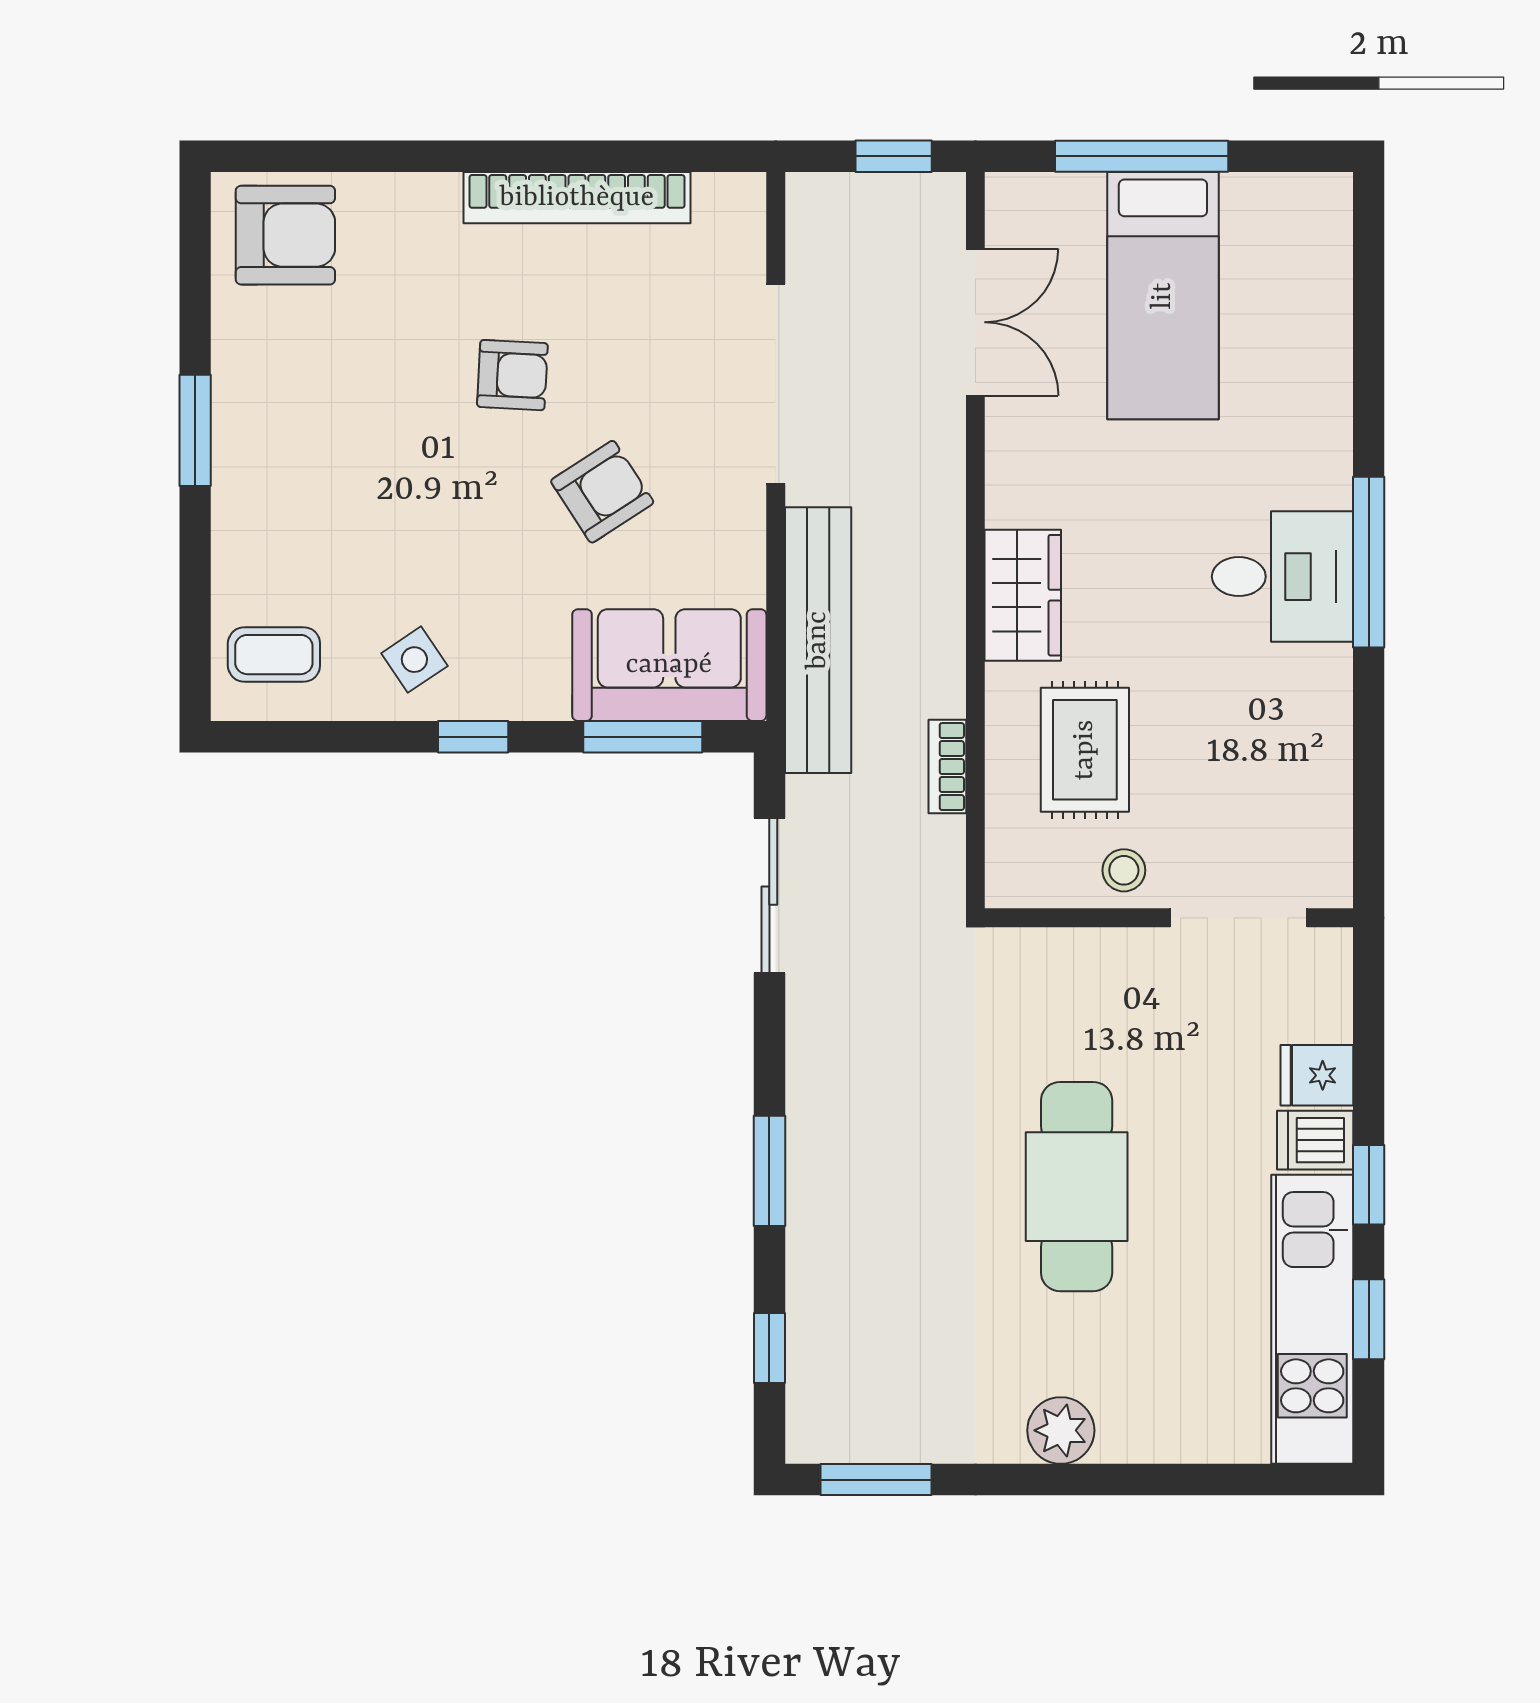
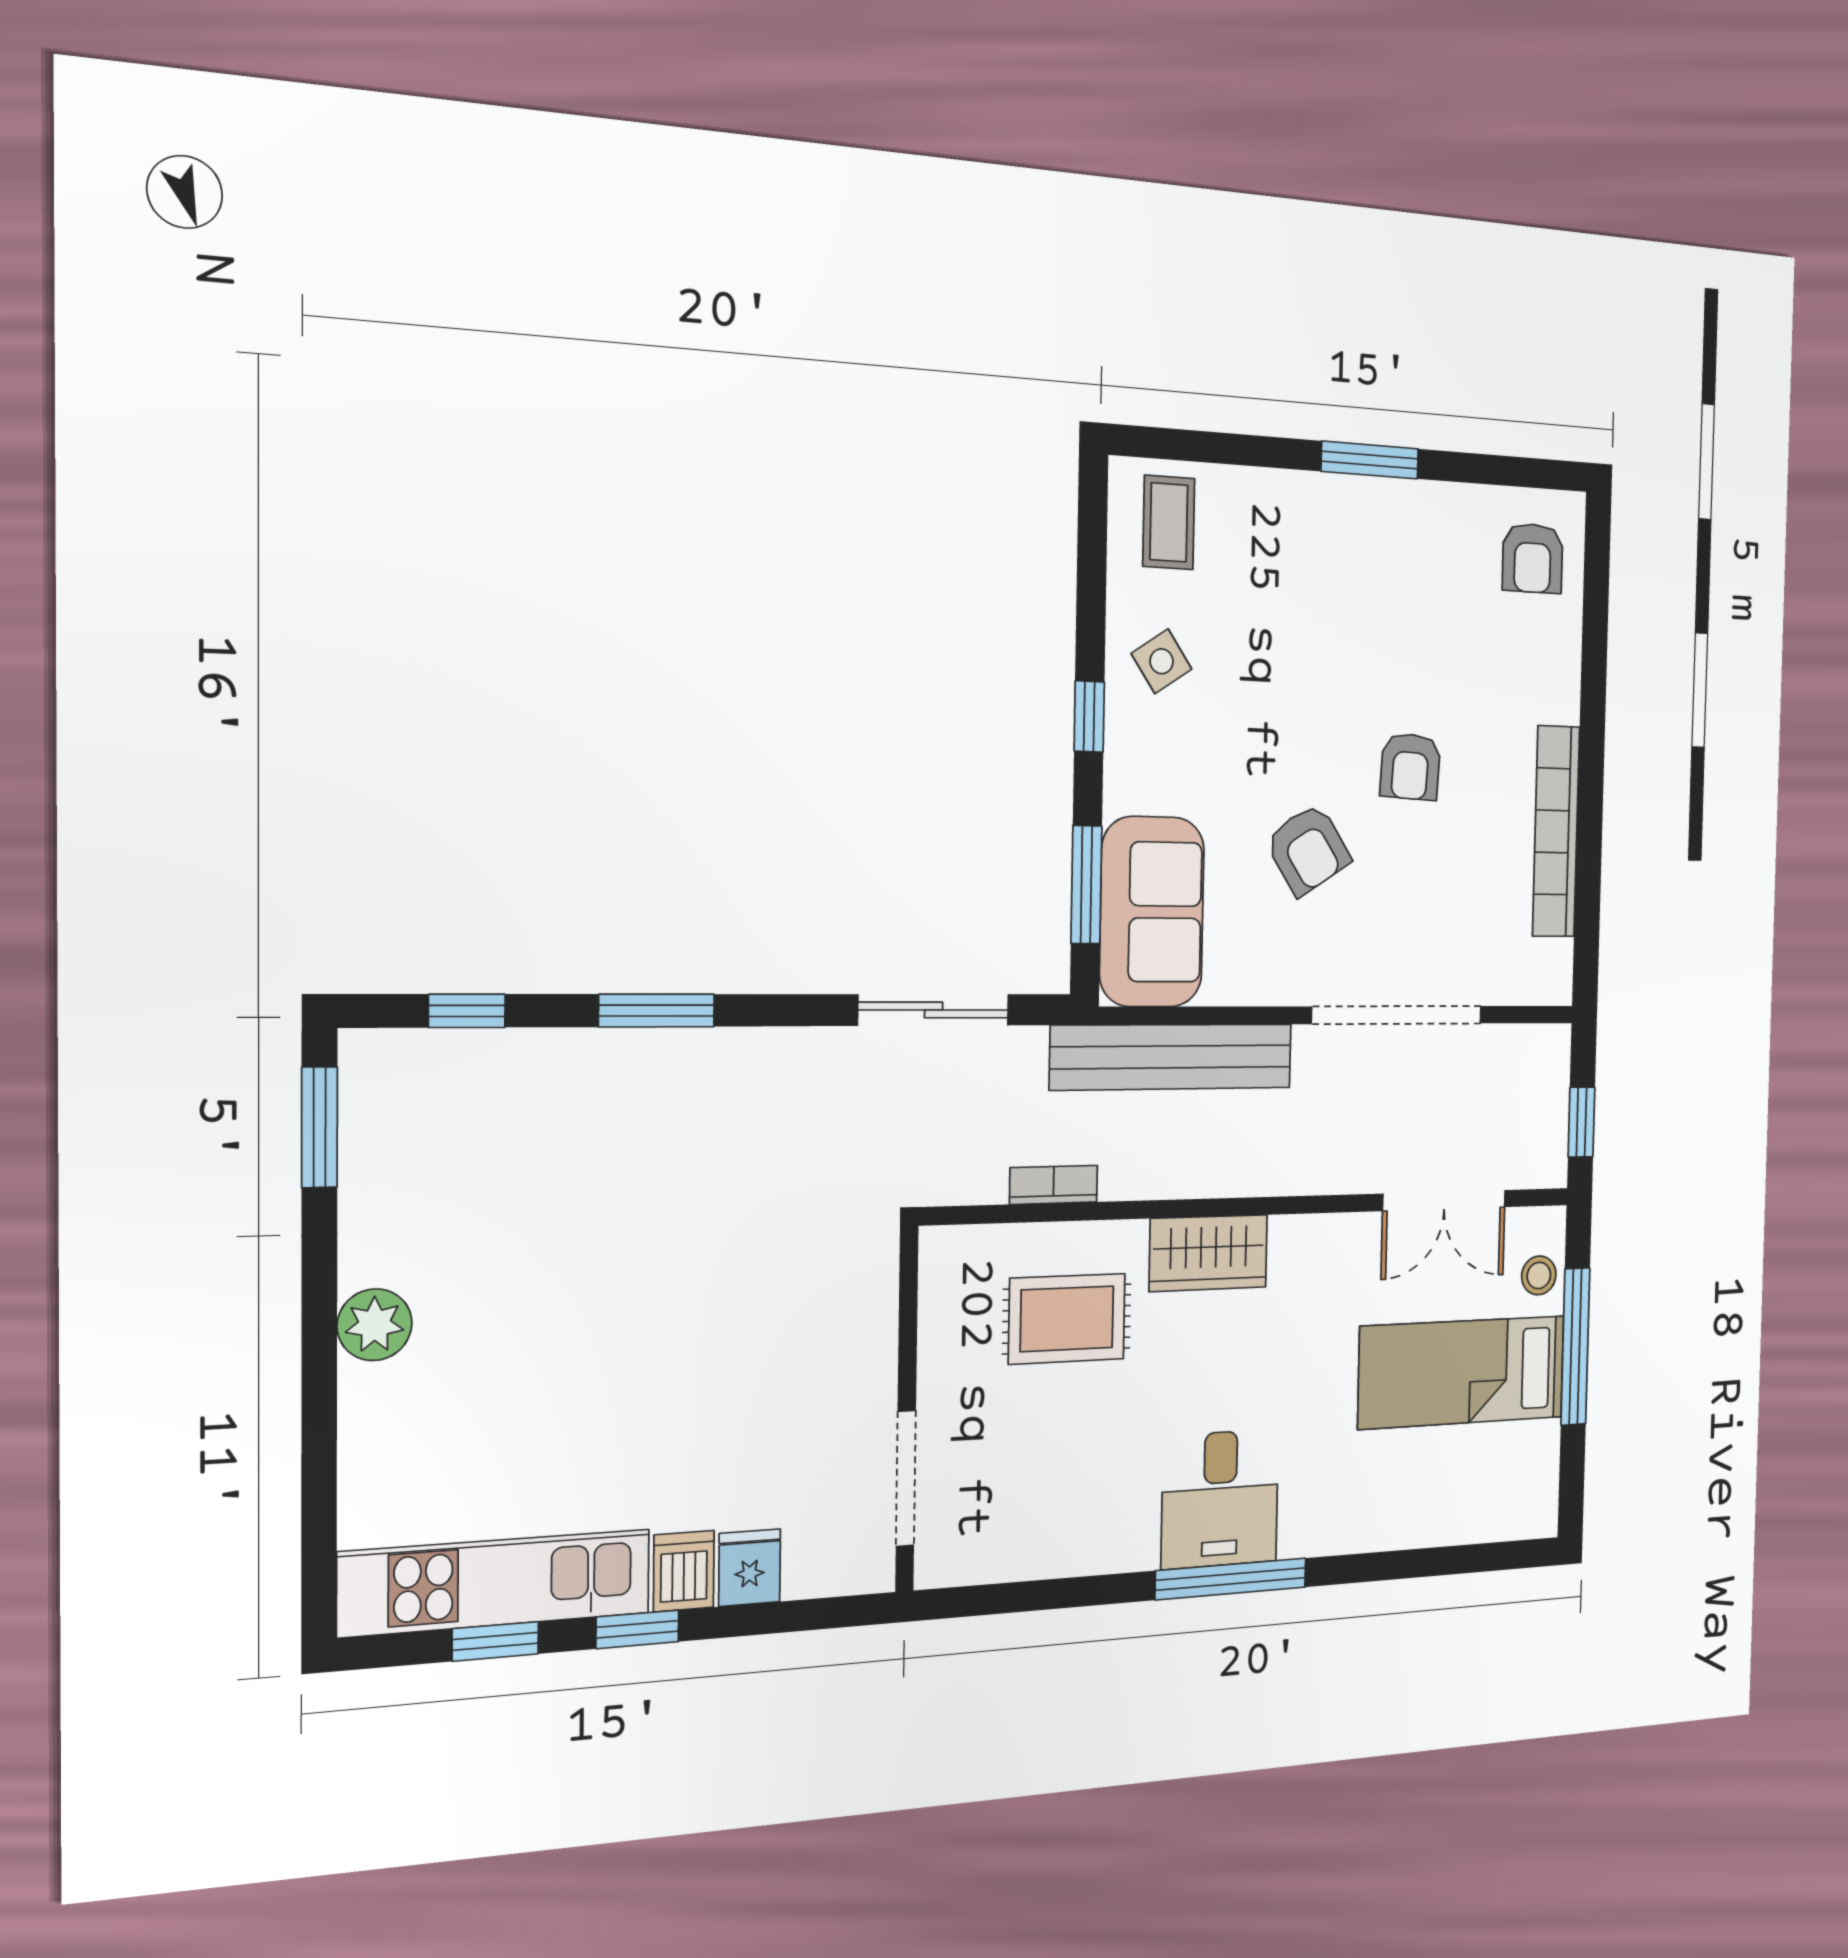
armchair: (285, 235) -> (1533, 558), width x0.72, depth x0.72
stool: (1124, 870) -> (1539, 1275), moved
cafe table: (1077, 1187) -> (638, 1330), removed

